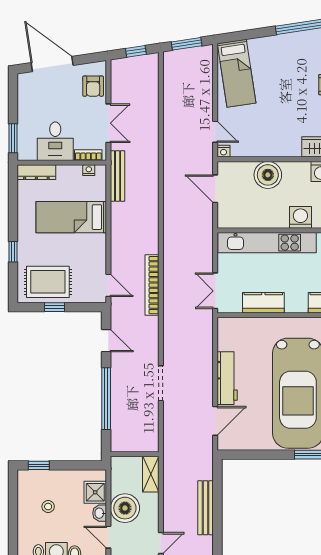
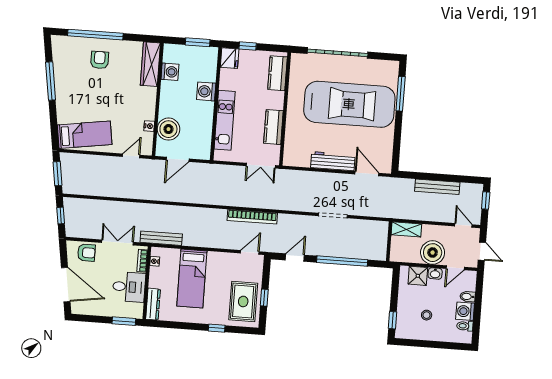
door: (52, 64) -> (66, 285), swing flipped
nightstand: (224, 151) -> (149, 126), moved
boiler: (268, 175) -> (168, 129), moved
kitchen unit: (267, 243) -> (225, 120), width x0.73

